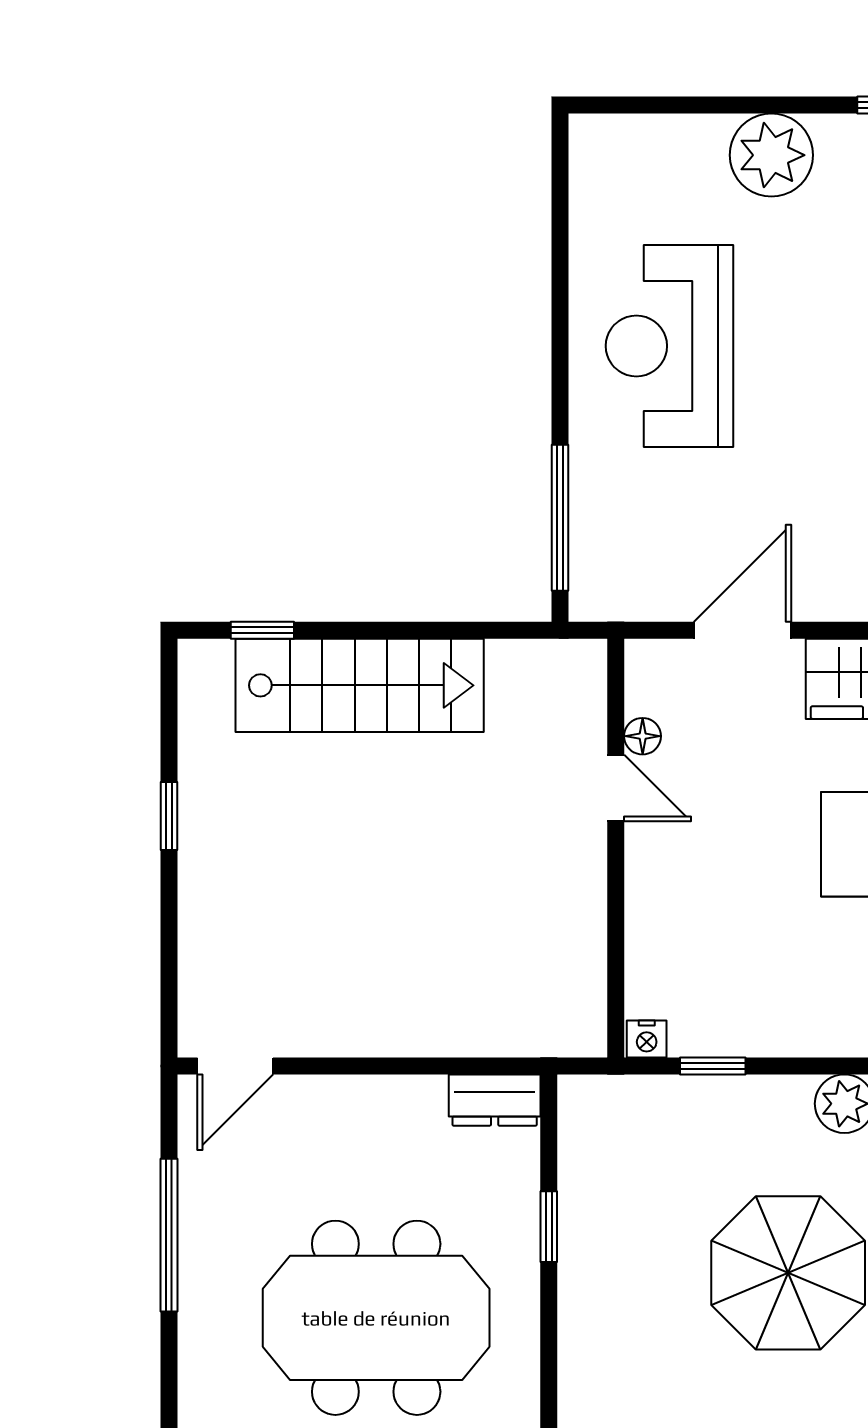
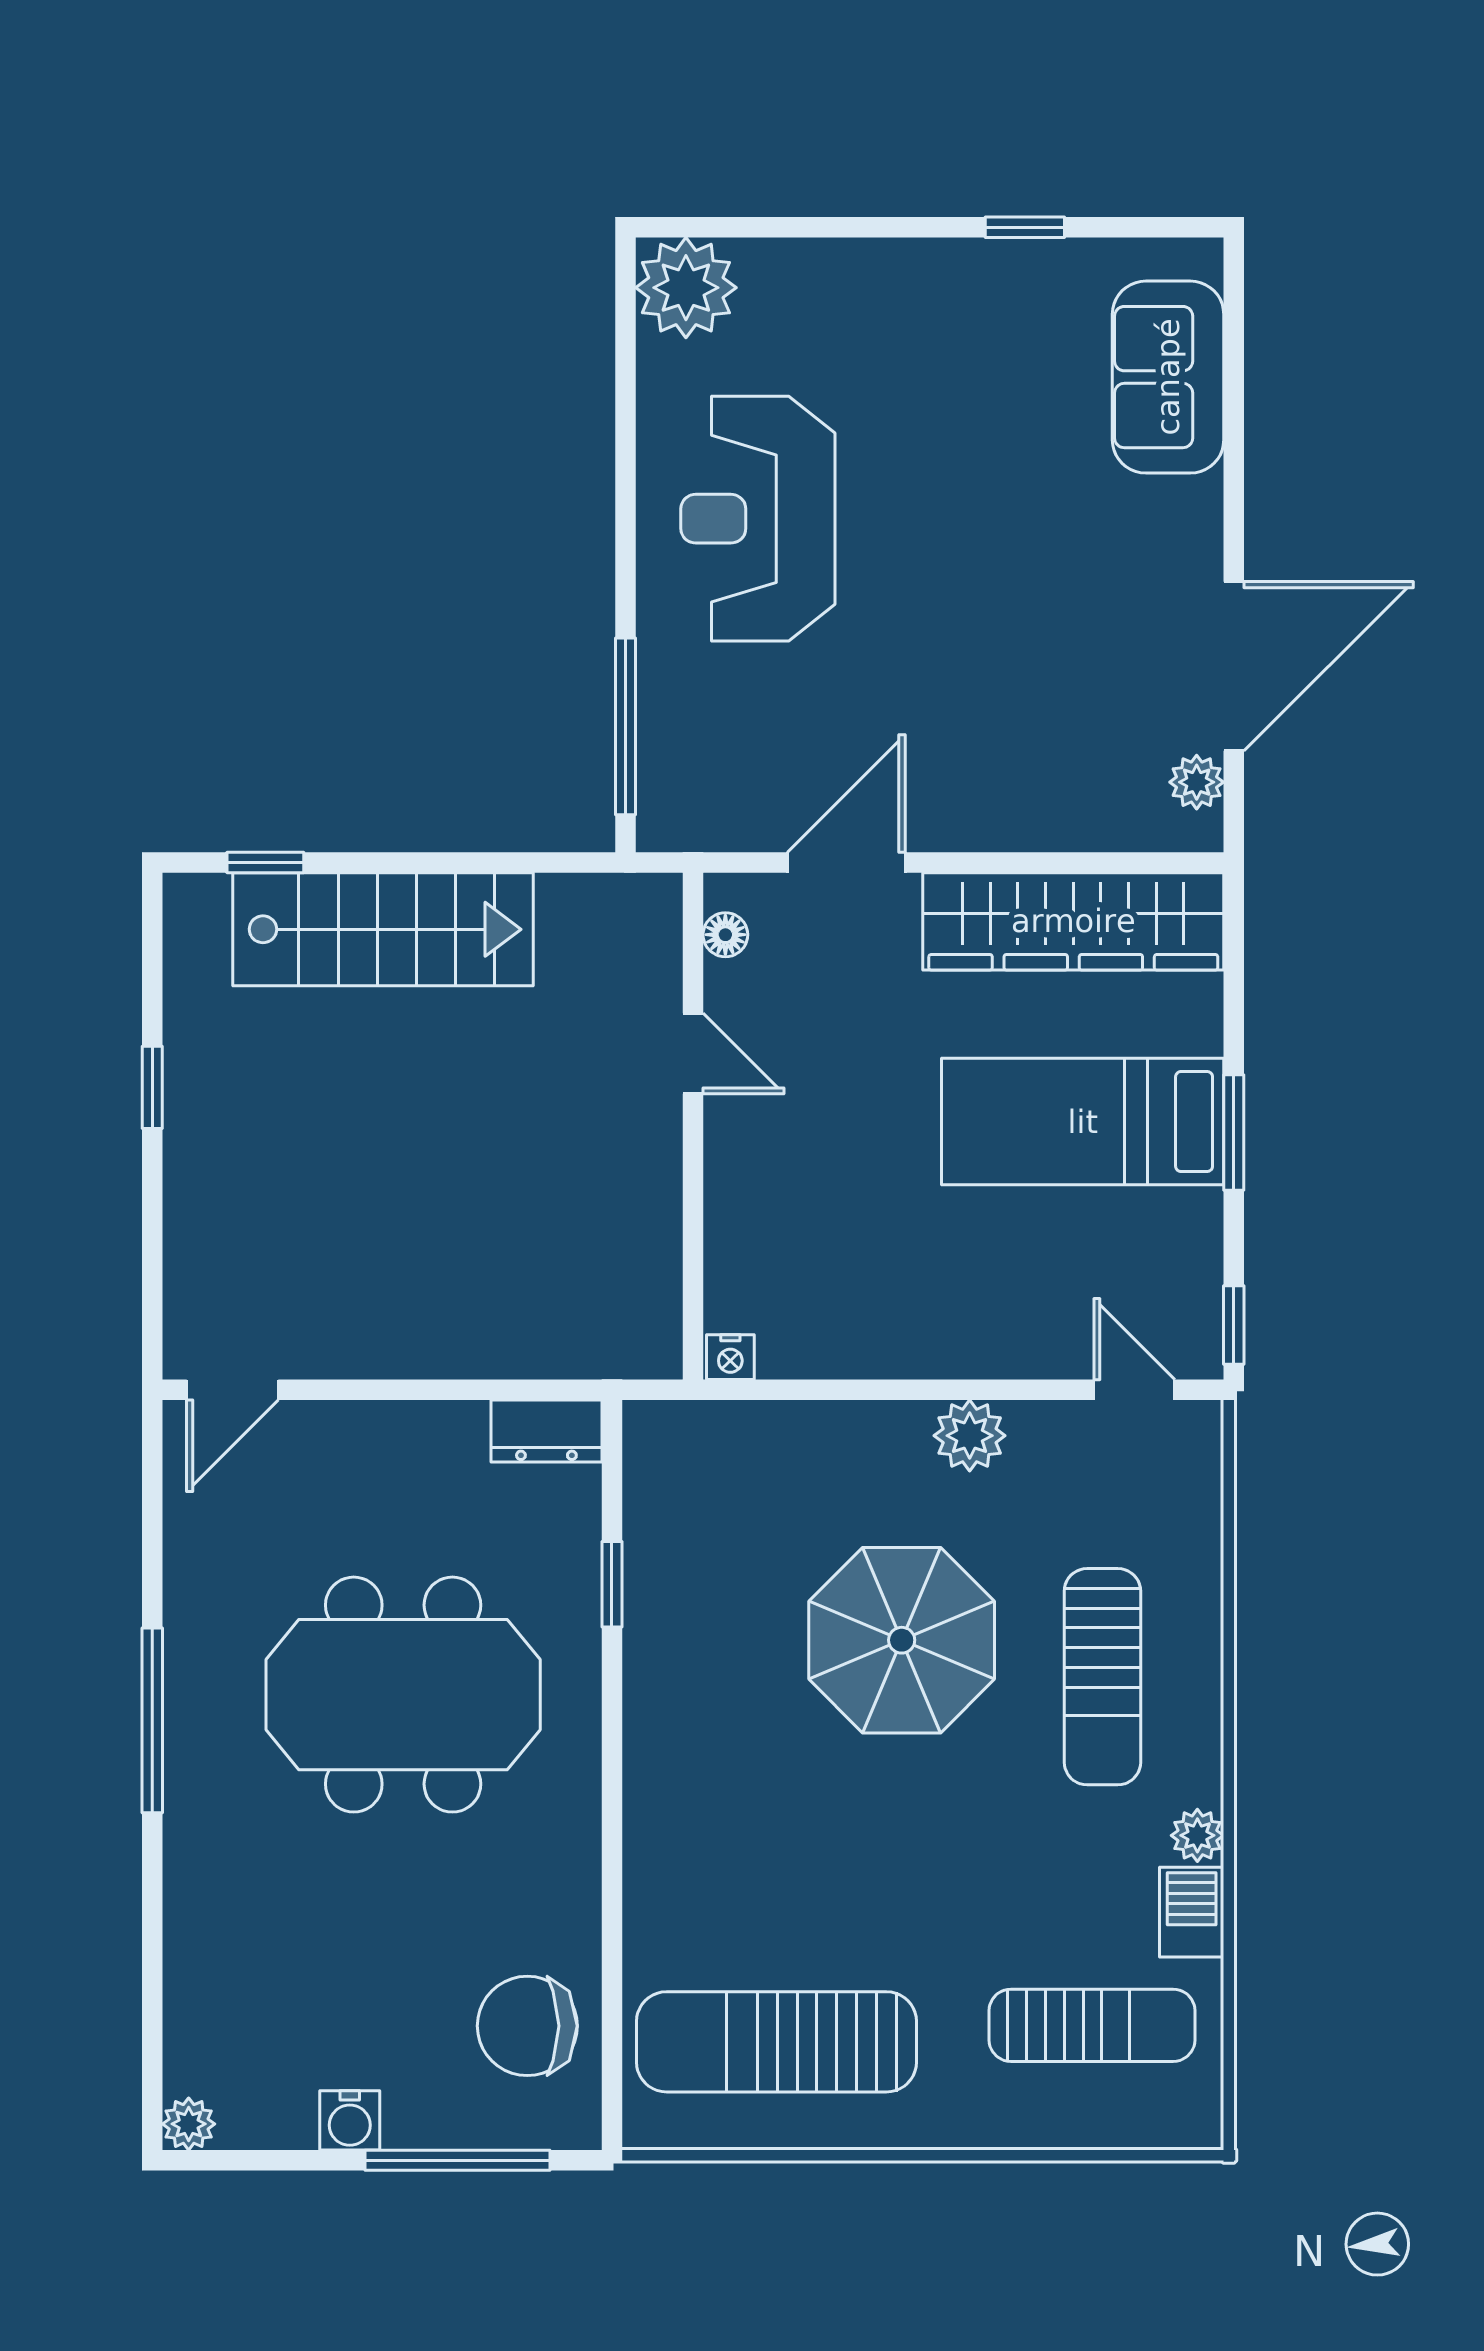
plant: (771, 155) -> (686, 288), moved
floor lamp: (643, 736) -> (725, 935), moved
window: (713, 1066) -> (810, 1390), removed
window: (169, 1235) -> (152, 1720), moved

